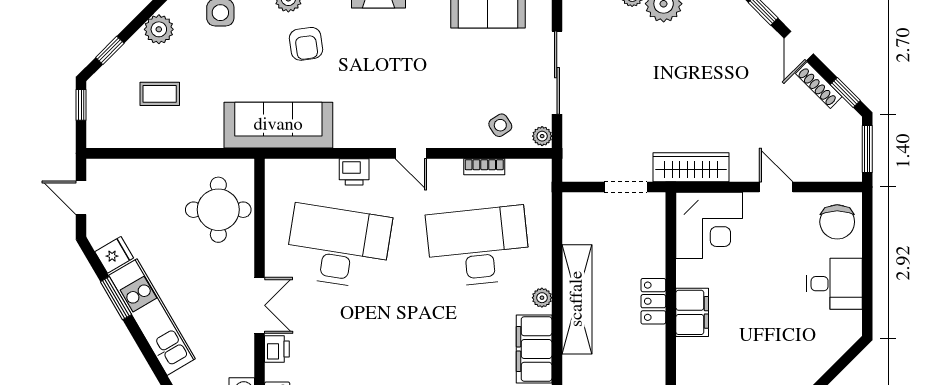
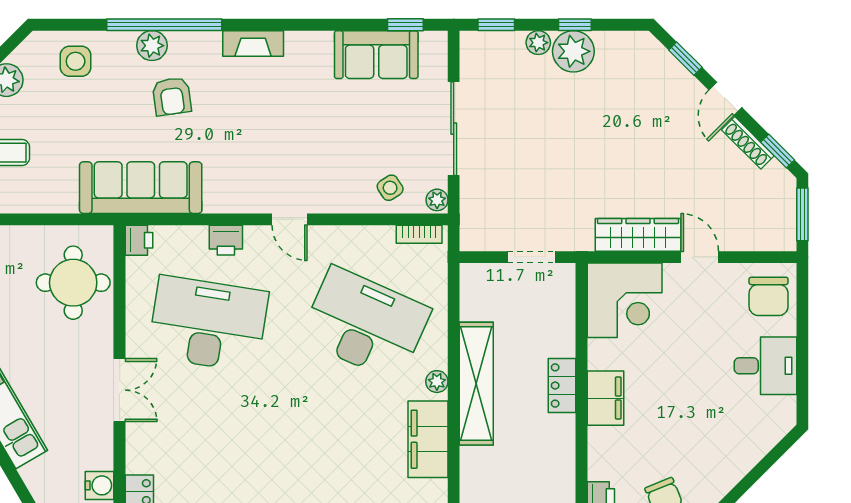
bookcase: (484, 167) -> (419, 234), moved
wardrobe: (691, 167) -> (638, 235), moved
desk: (478, 246) -> (365, 324), turned 30
printer: (277, 349) -> (139, 240), moved

